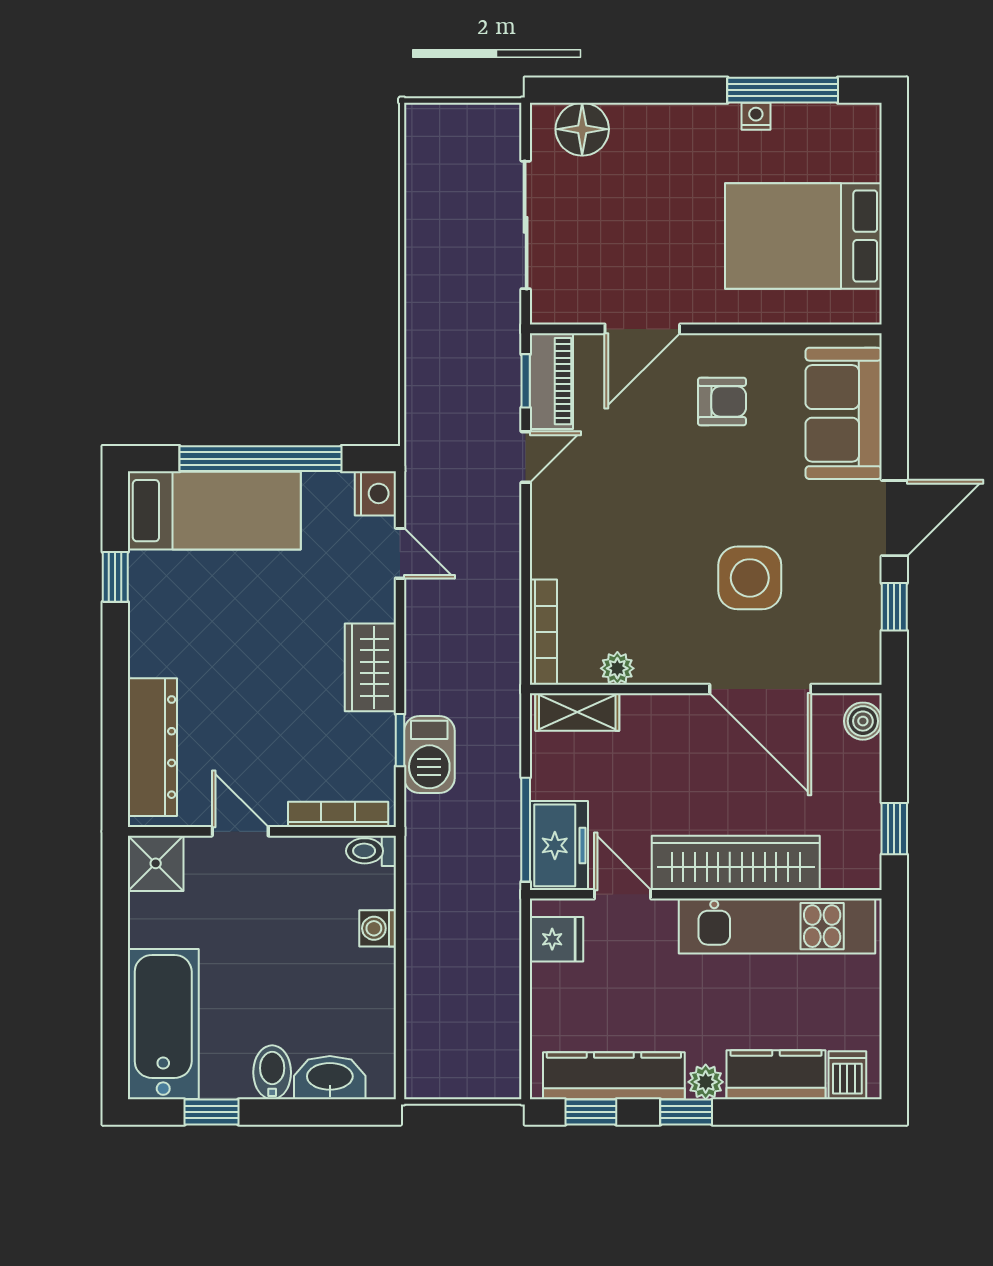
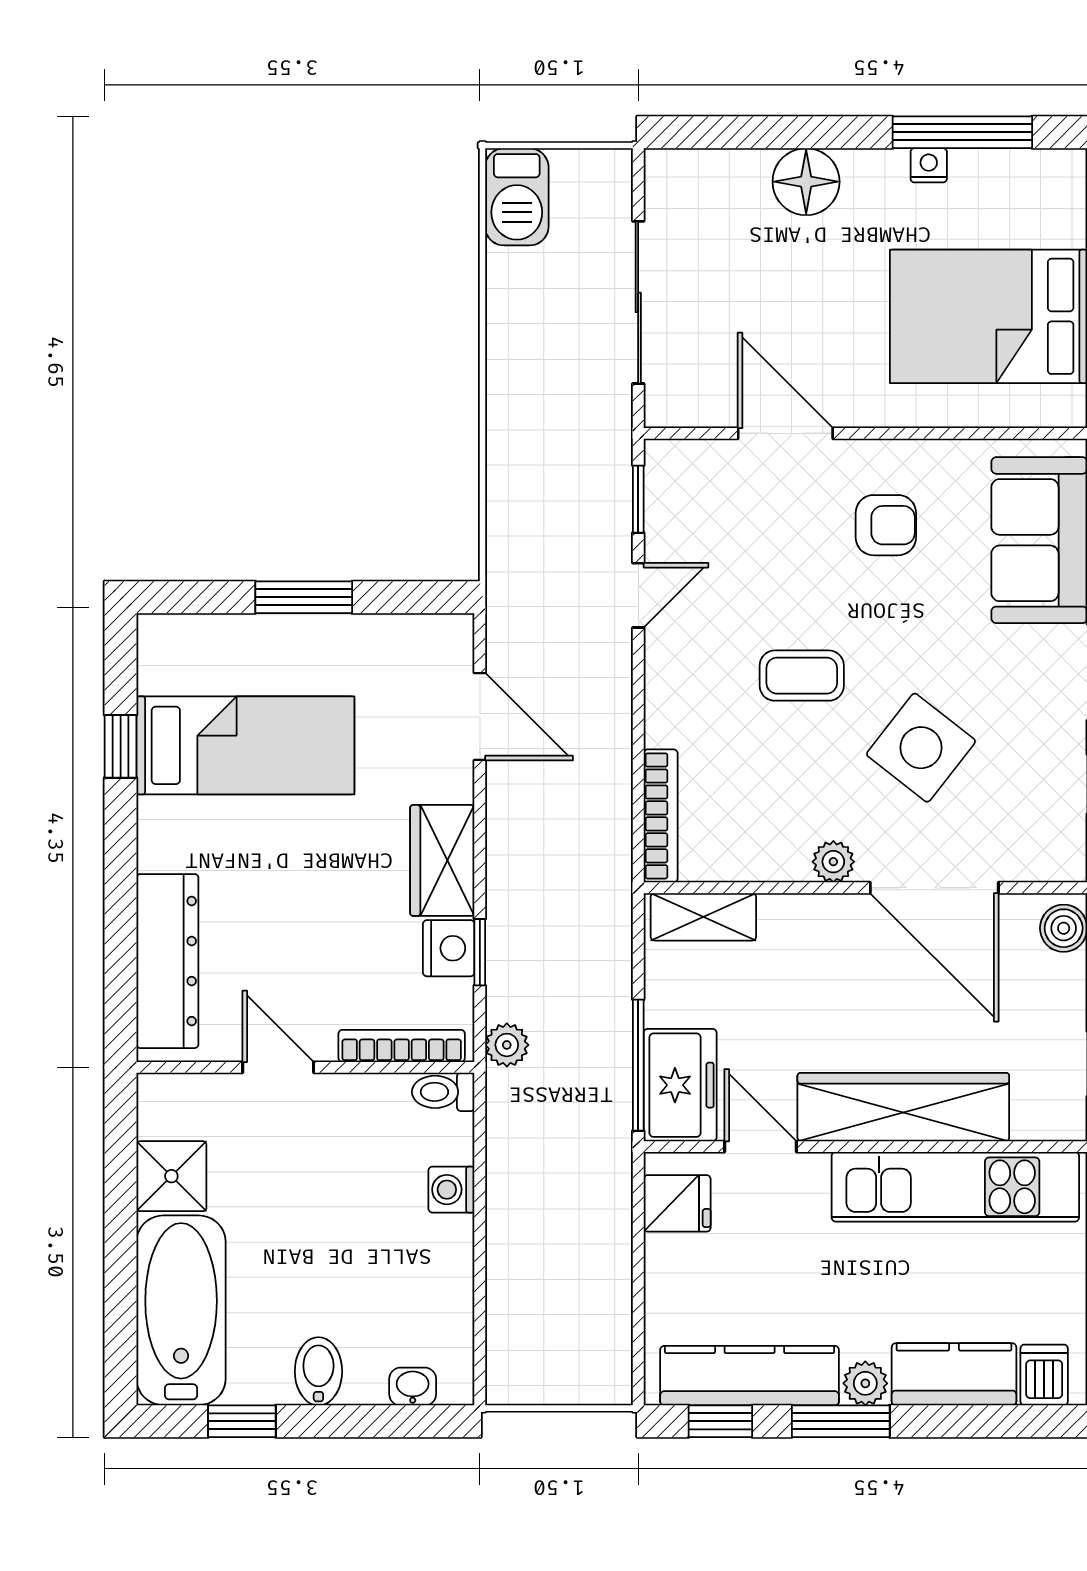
floor lamp: (582, 129) -> (806, 182), moved
door: (642, 329) -> (785, 433), swing flipped
piano: (551, 381) -> (671, 499), removed
window: (261, 459) -> (304, 597), width x0.47
nightstand: (375, 493) -> (449, 948), moved
bed: (214, 511) -> (245, 745), moved
coffee table: (655, 521) -> (802, 676), added
door: (400, 553) -> (480, 716), width x1.37
side table: (750, 578) -> (921, 748), turned 38
plant: (617, 668) -> (833, 862), moved
barbecue: (429, 754) -> (517, 197), moved
plant: (421, 814) -> (507, 1045), added
shower: (156, 863) -> (171, 1176), moved
washbasin: (330, 1078) -> (413, 1387), width x0.52, depth x0.69
window: (686, 1112) -> (841, 1421), width x1.50

